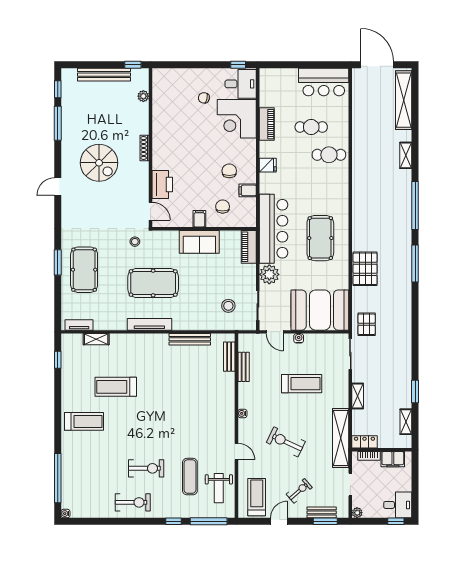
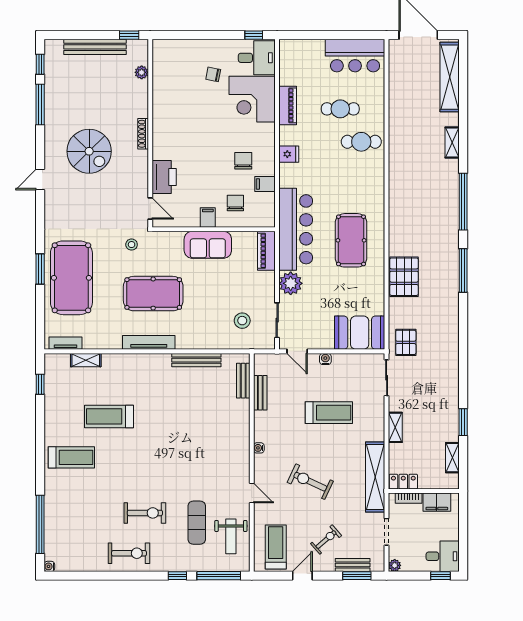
pool table: (84, 270) -> (71, 278), width x1.36, depth x1.32
booth: (320, 310) -> (360, 333), width x0.73, depth x0.70

